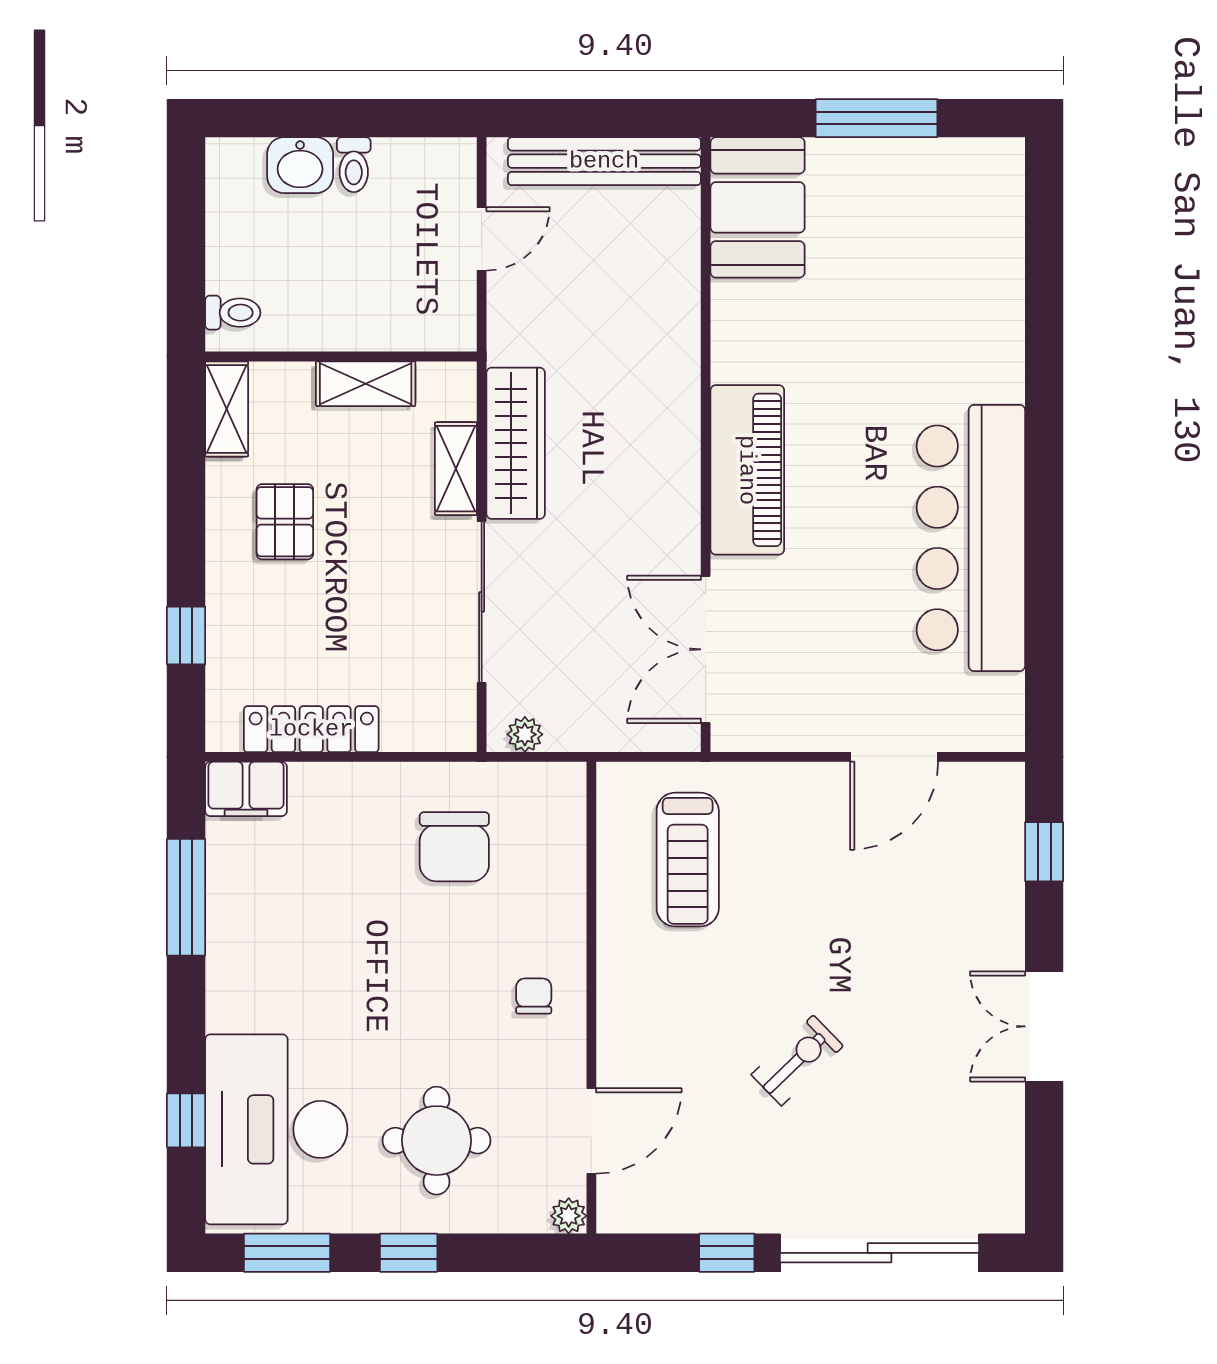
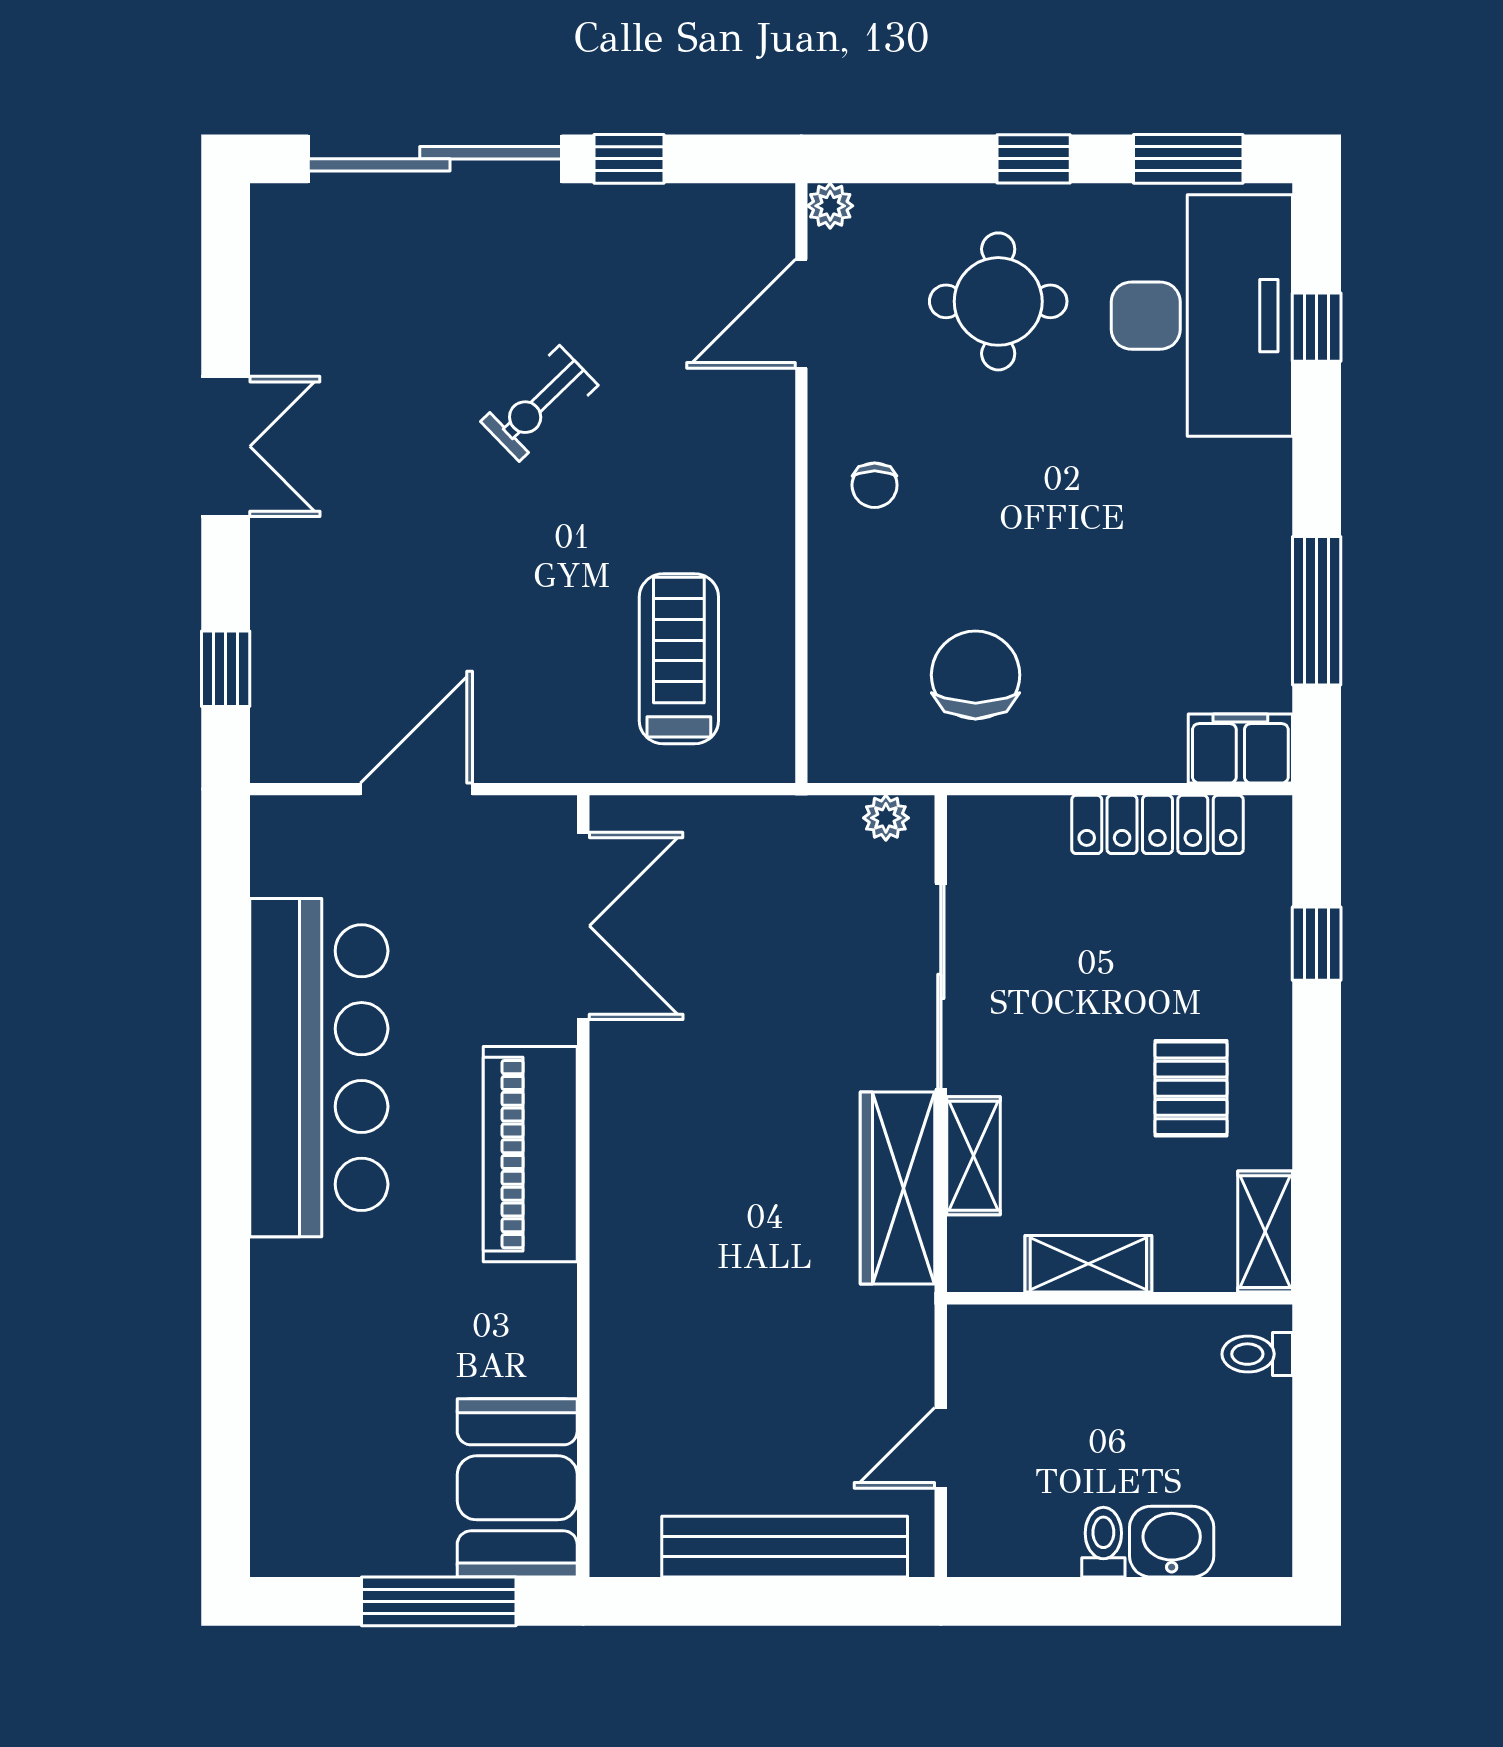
booth: (758, 207) -> (517, 1488), moved
wall: (706, 445) -> (583, 1186), moved
piano: (747, 470) -> (530, 1154), moved
double door: (706, 649) -> (583, 926), moved

